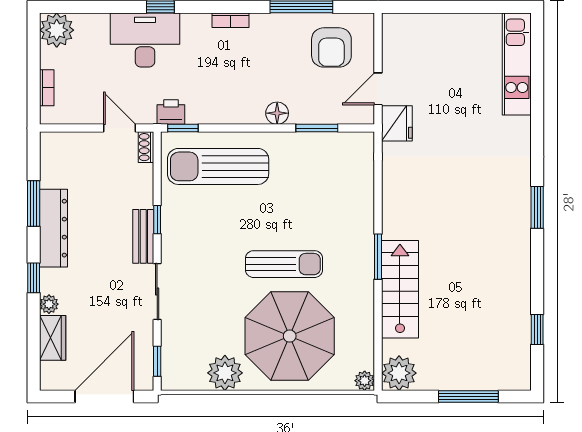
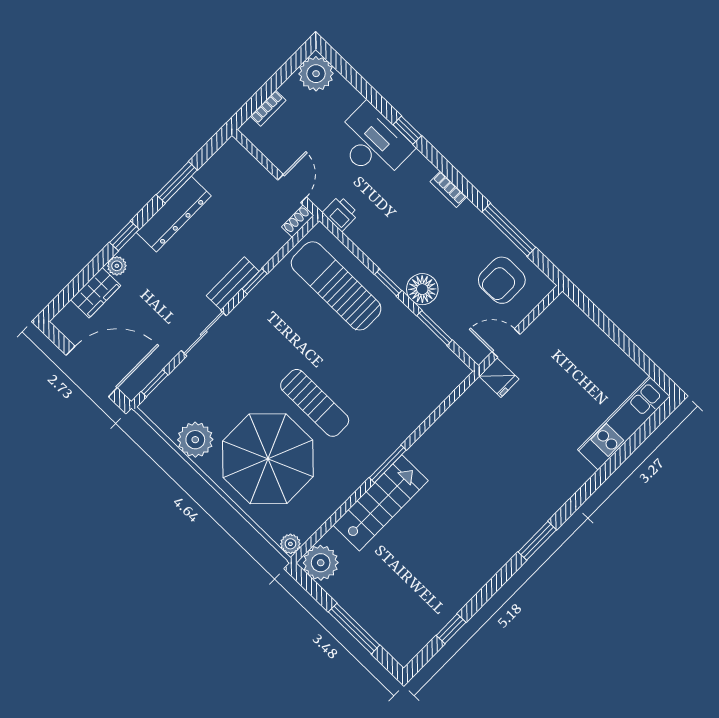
floor lamp: (277, 113) -> (422, 289), width x1.38, depth x1.38
fridge: (397, 123) -> (499, 378), width x0.72
window: (183, 128) -> (388, 283), moved

